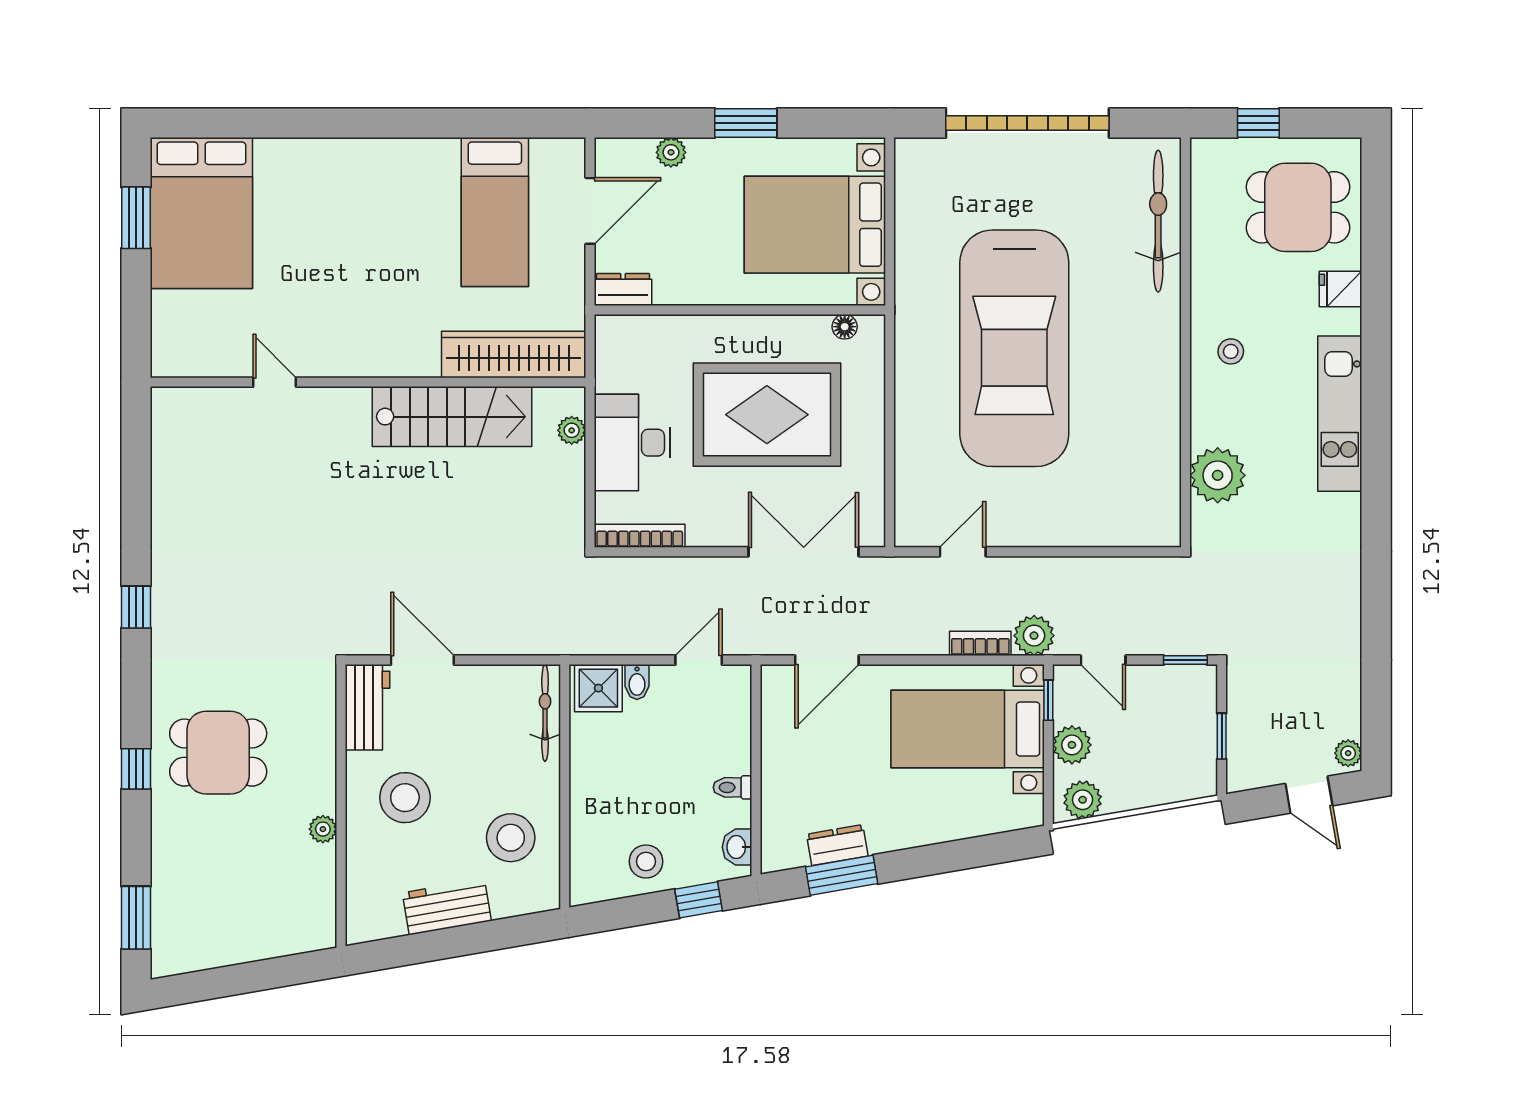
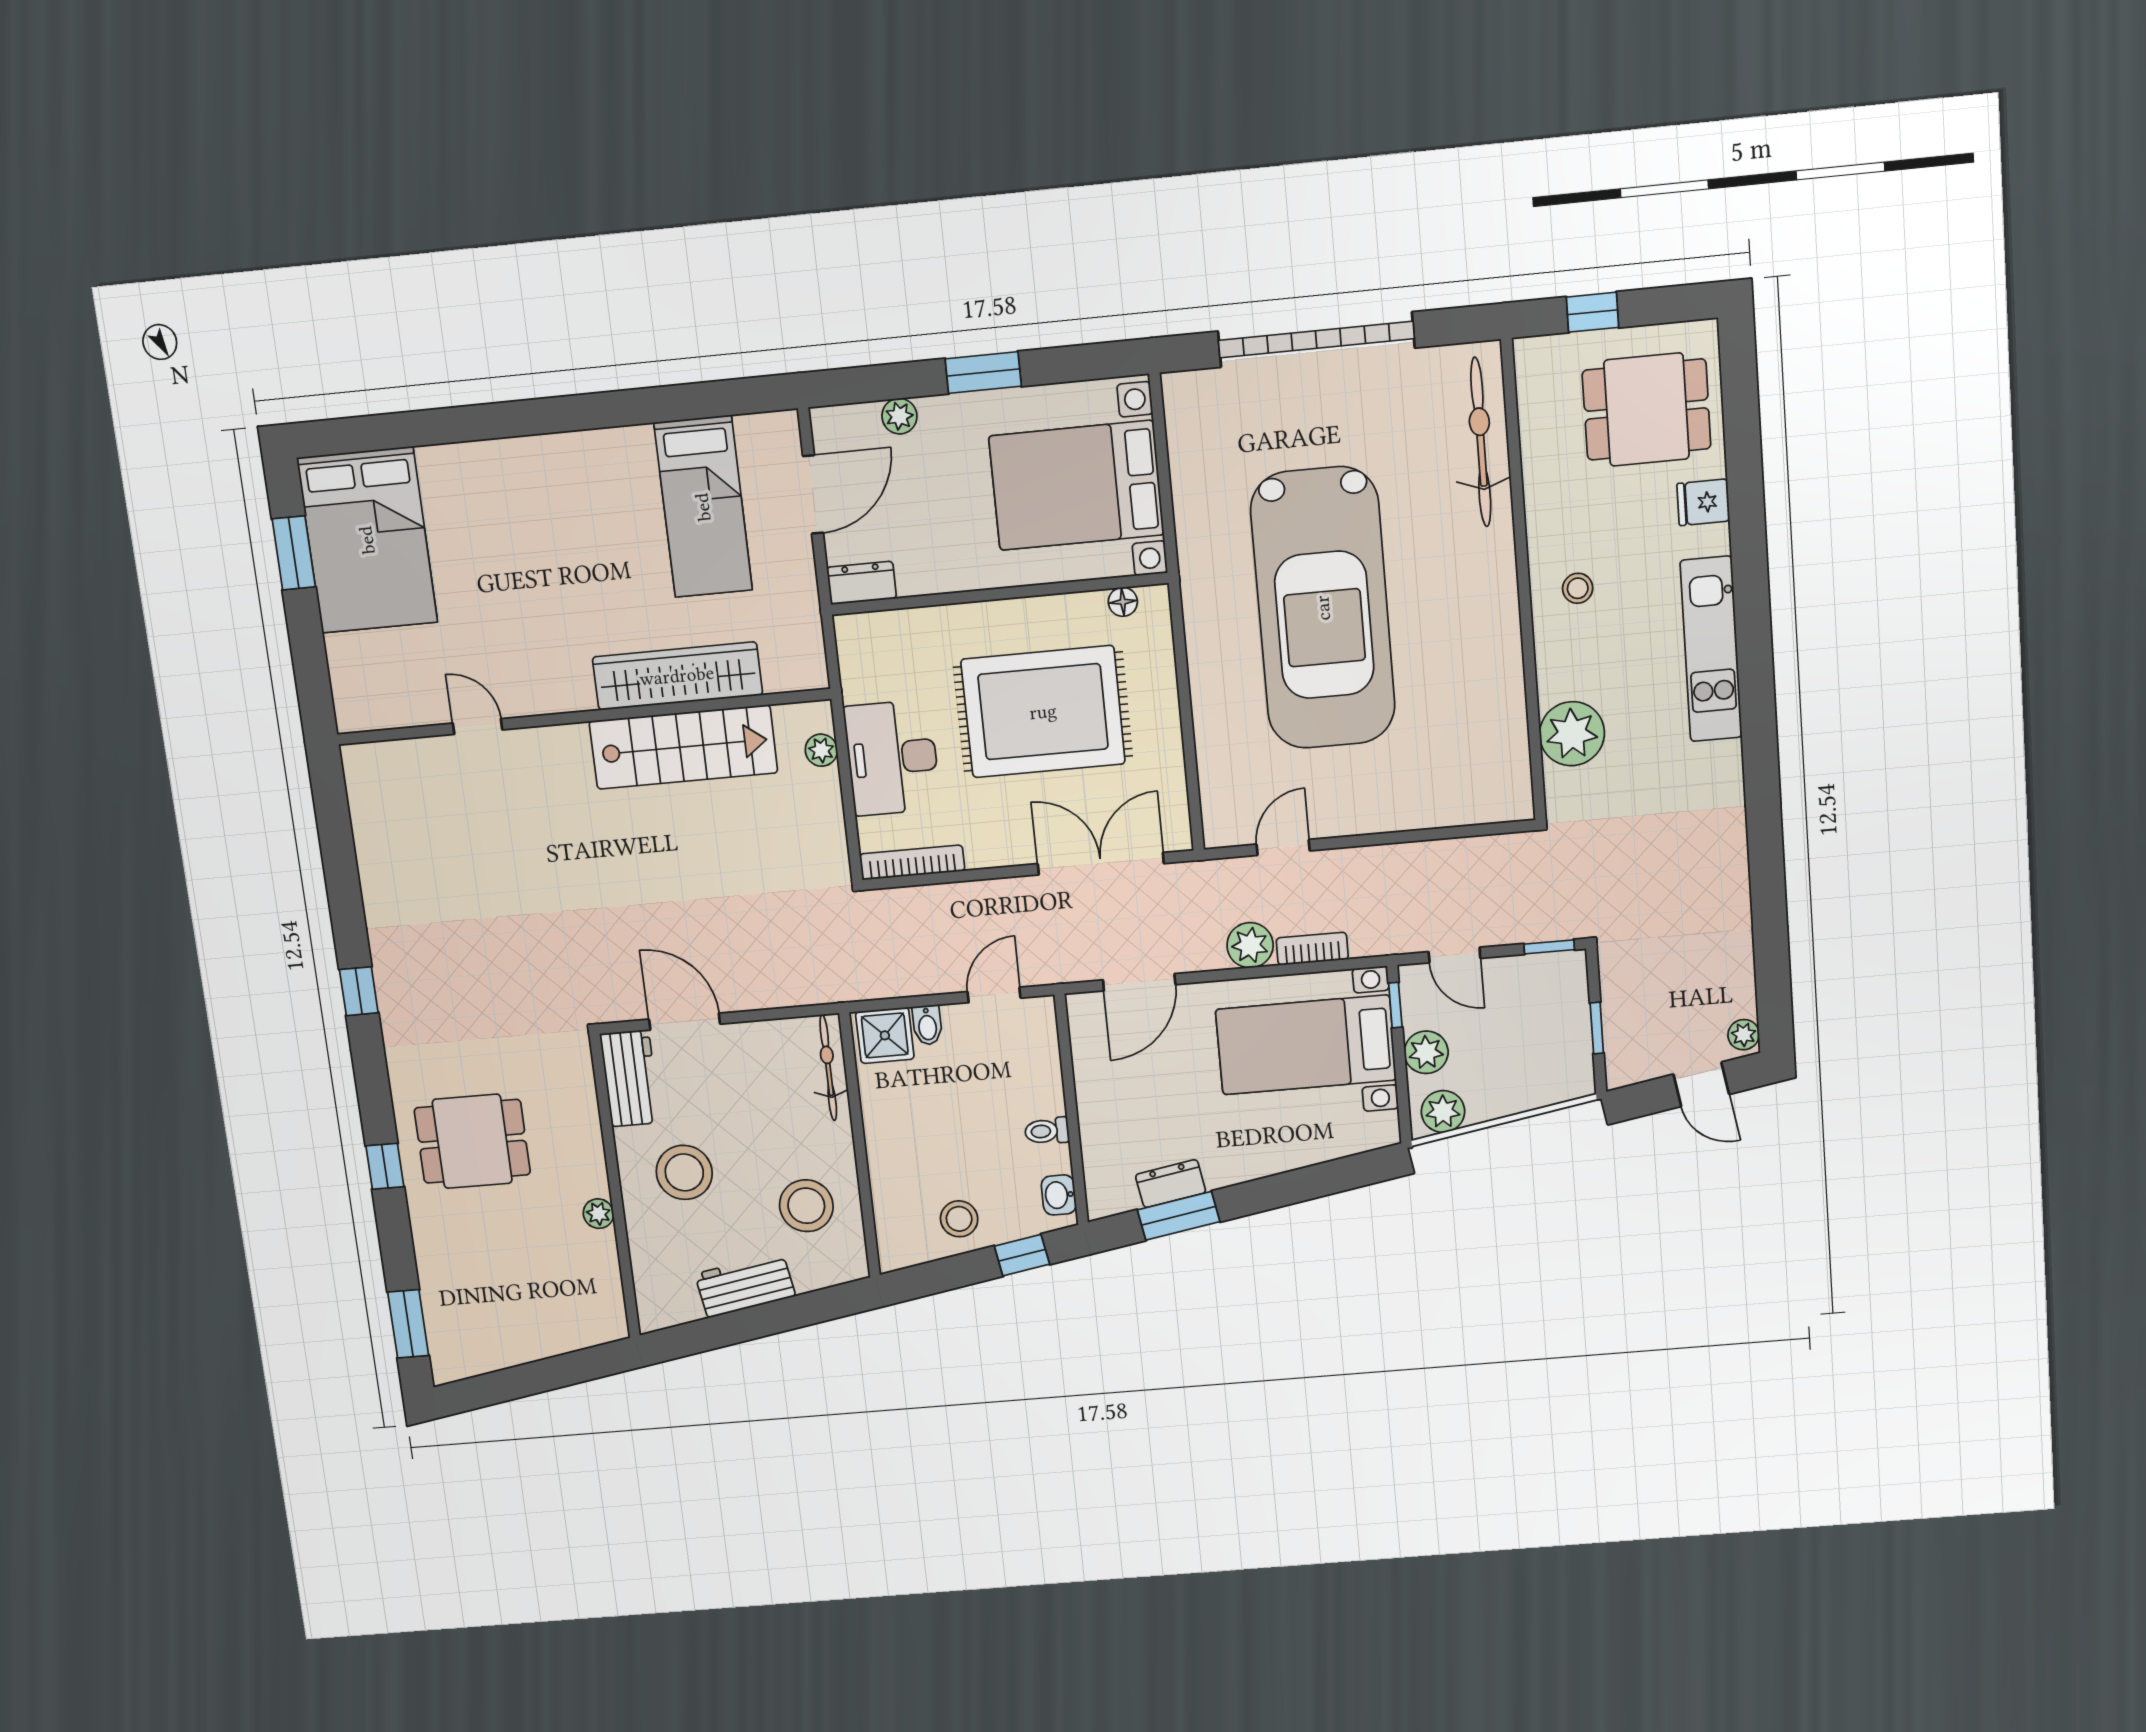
wardrobe: (514, 354) -> (677, 676), moved
plant: (1034, 636) -> (1250, 945), moved

